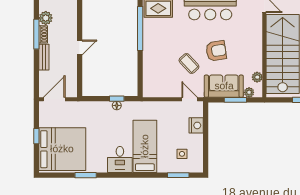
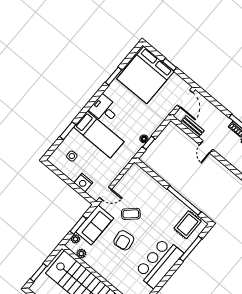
bench: (44, 57) -> (192, 126), moved
window: (178, 175) -> (68, 131), moved

